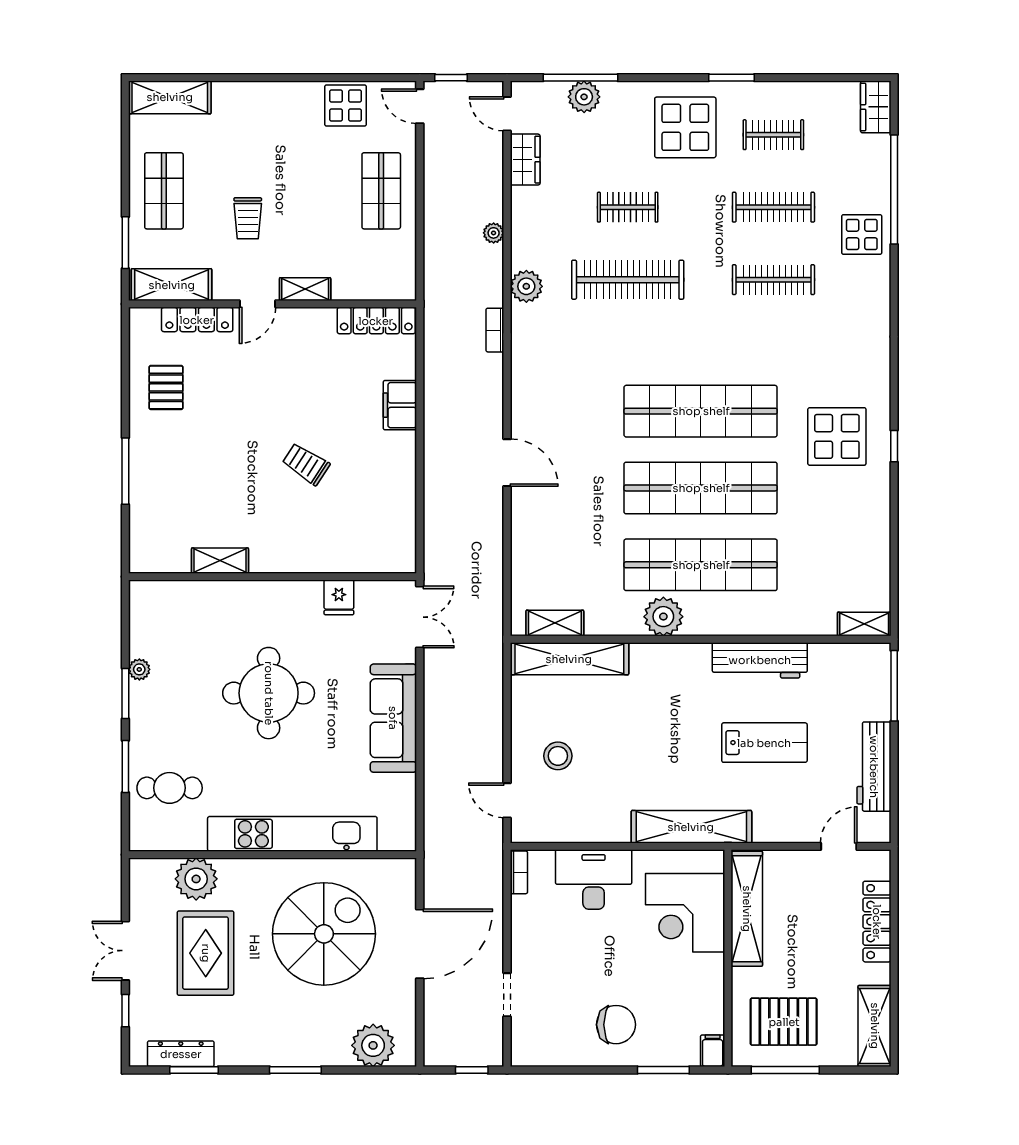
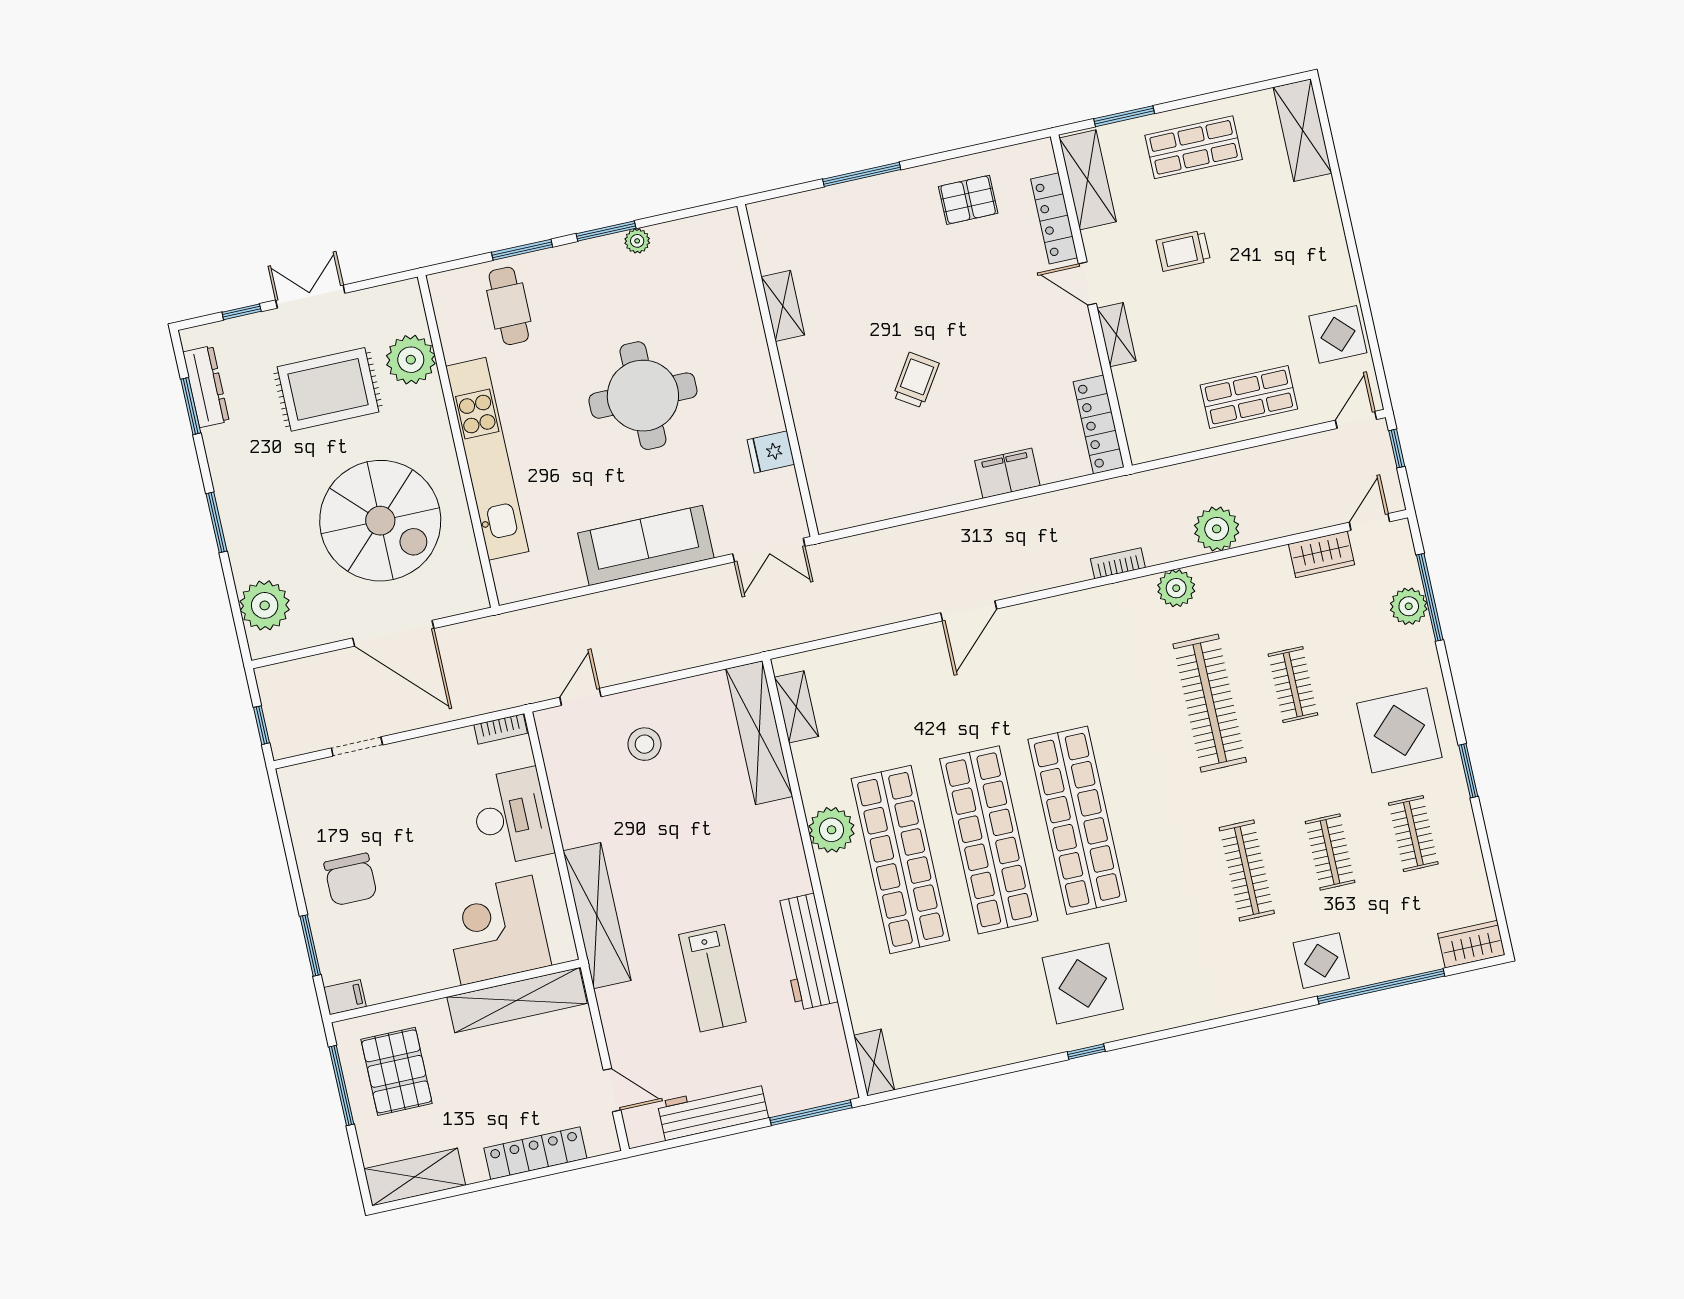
clothes rail: (773, 207) -> (1330, 852), width x0.73
plant: (494, 233) -> (1217, 529), width x1.88, depth x1.88

